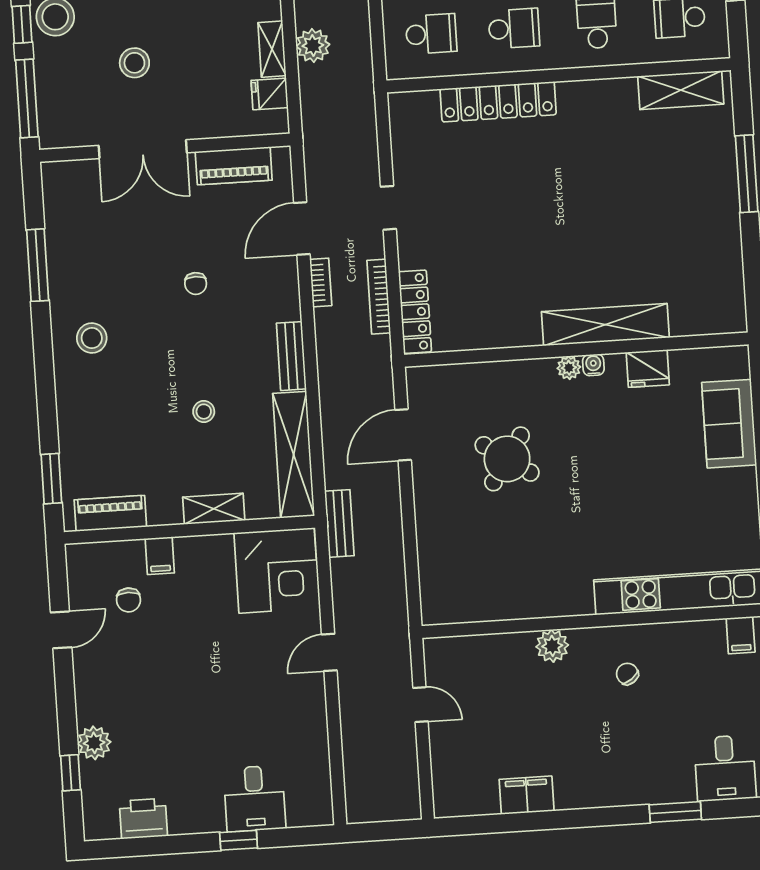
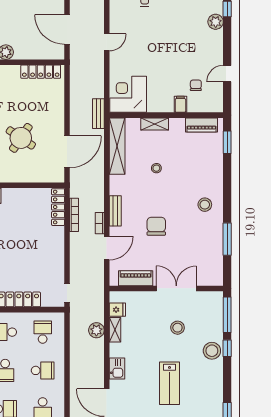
school desk: (431, 34) -> (43, 332), turned 90
doorway: (388, 208) -> (67, 293), moved
chair: (196, 284) -> (156, 226), width x1.87, depth x1.87
bench: (291, 356) -> (115, 211), moved
door: (403, 435) -> (67, 152), width x1.36
locker: (473, 608) -> (41, 72), added
door: (329, 652) -> (107, 42), moved
door: (421, 705) -> (67, 29), width x1.88

